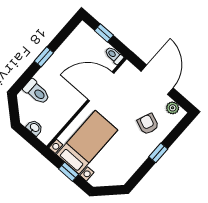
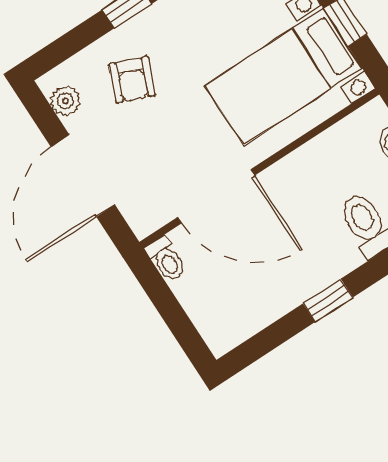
window: (104, 33) -> (175, 317), removed

